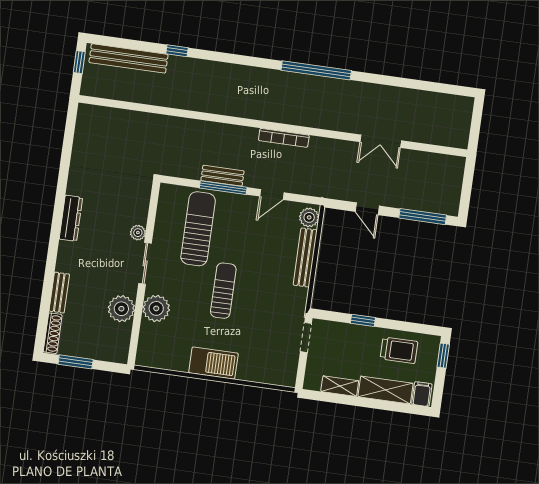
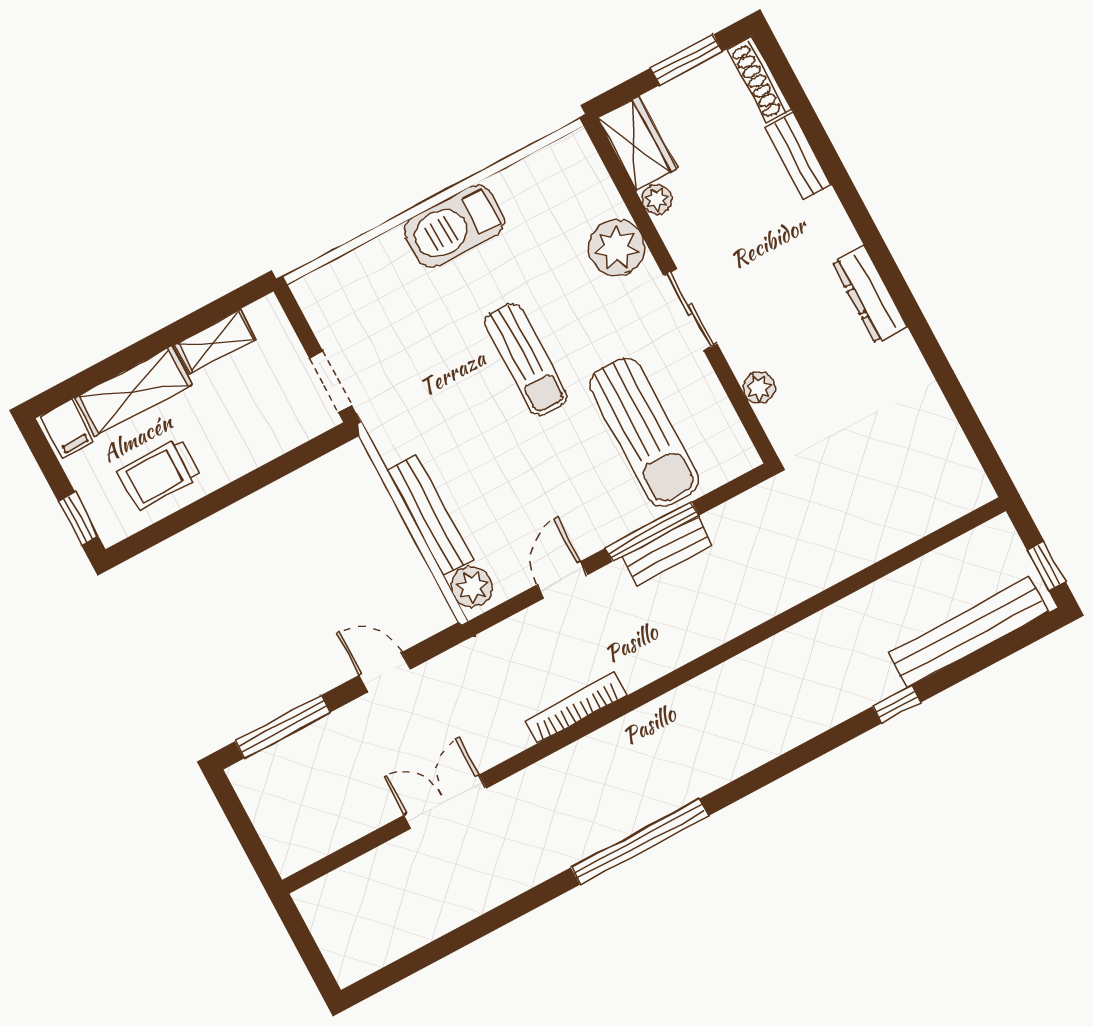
bookcase: (284, 138) -> (576, 708), moved
plant: (138, 233) -> (759, 388), moved
plant: (121, 309) -> (657, 199), width x0.53, depth x0.53
window: (363, 320) -> (256, 480), removed
wardrobe: (119, 343) -> (637, 143), added

